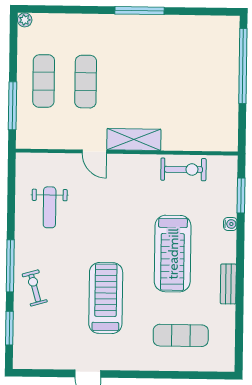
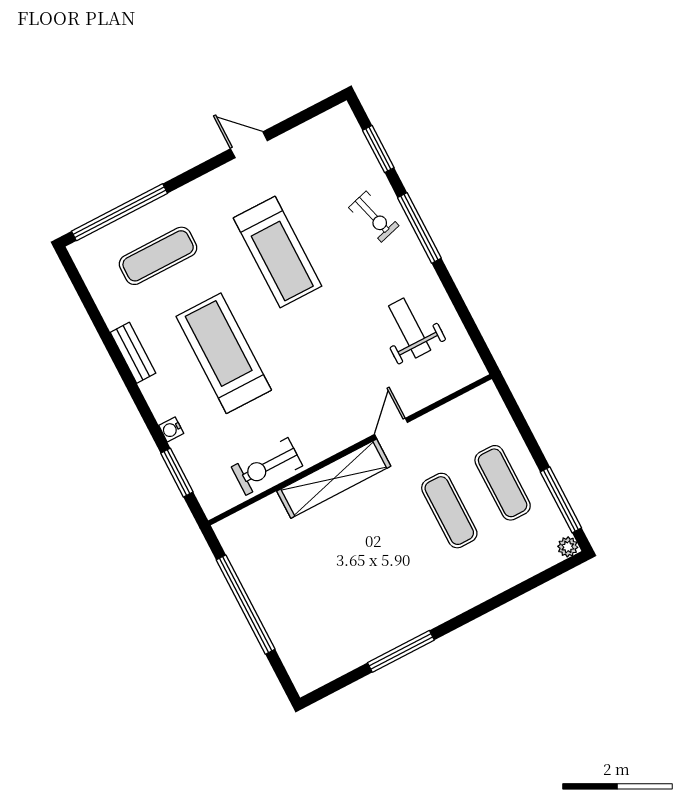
window: (139, 11) -> (401, 651), moved
window: (243, 66) -> (246, 605), moved
window: (12, 106) -> (561, 500), moved
shelving: (134, 139) -> (334, 479), width x1.47
door: (94, 152) -> (391, 428), hinge flipped
window: (190, 375) -> (119, 212), added

